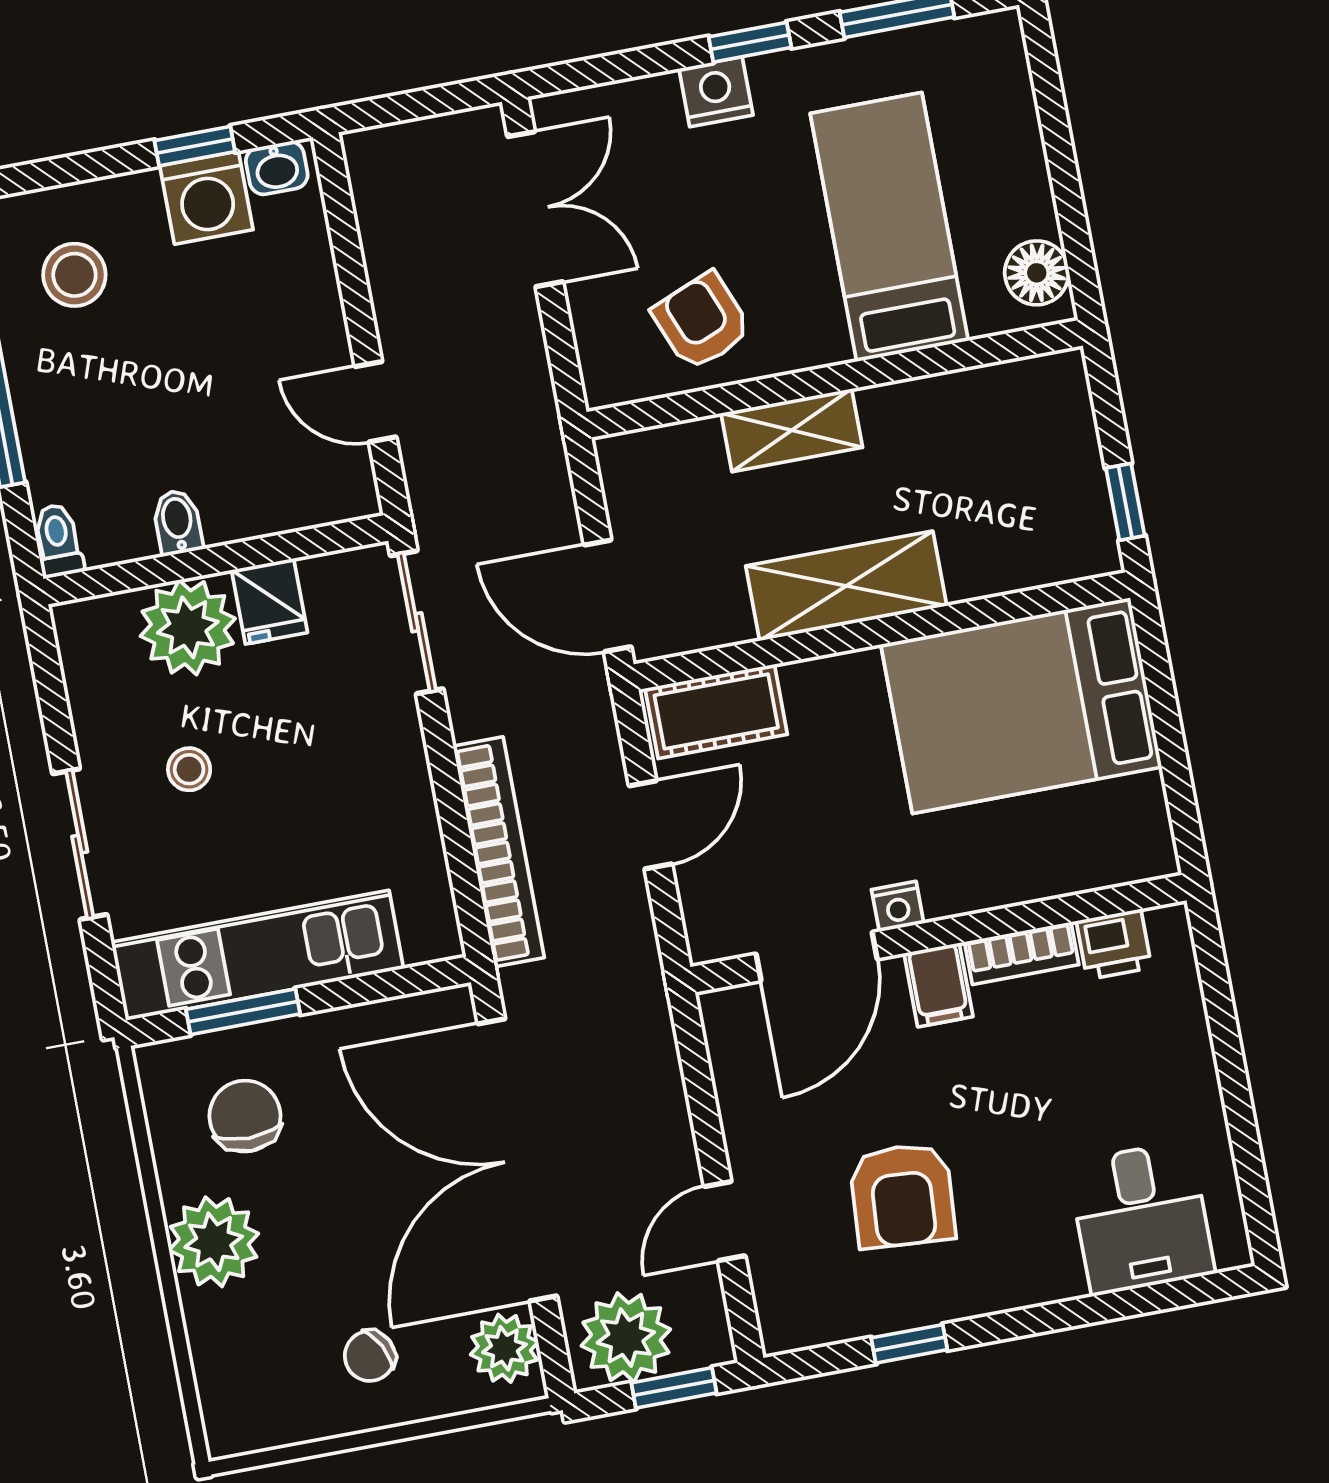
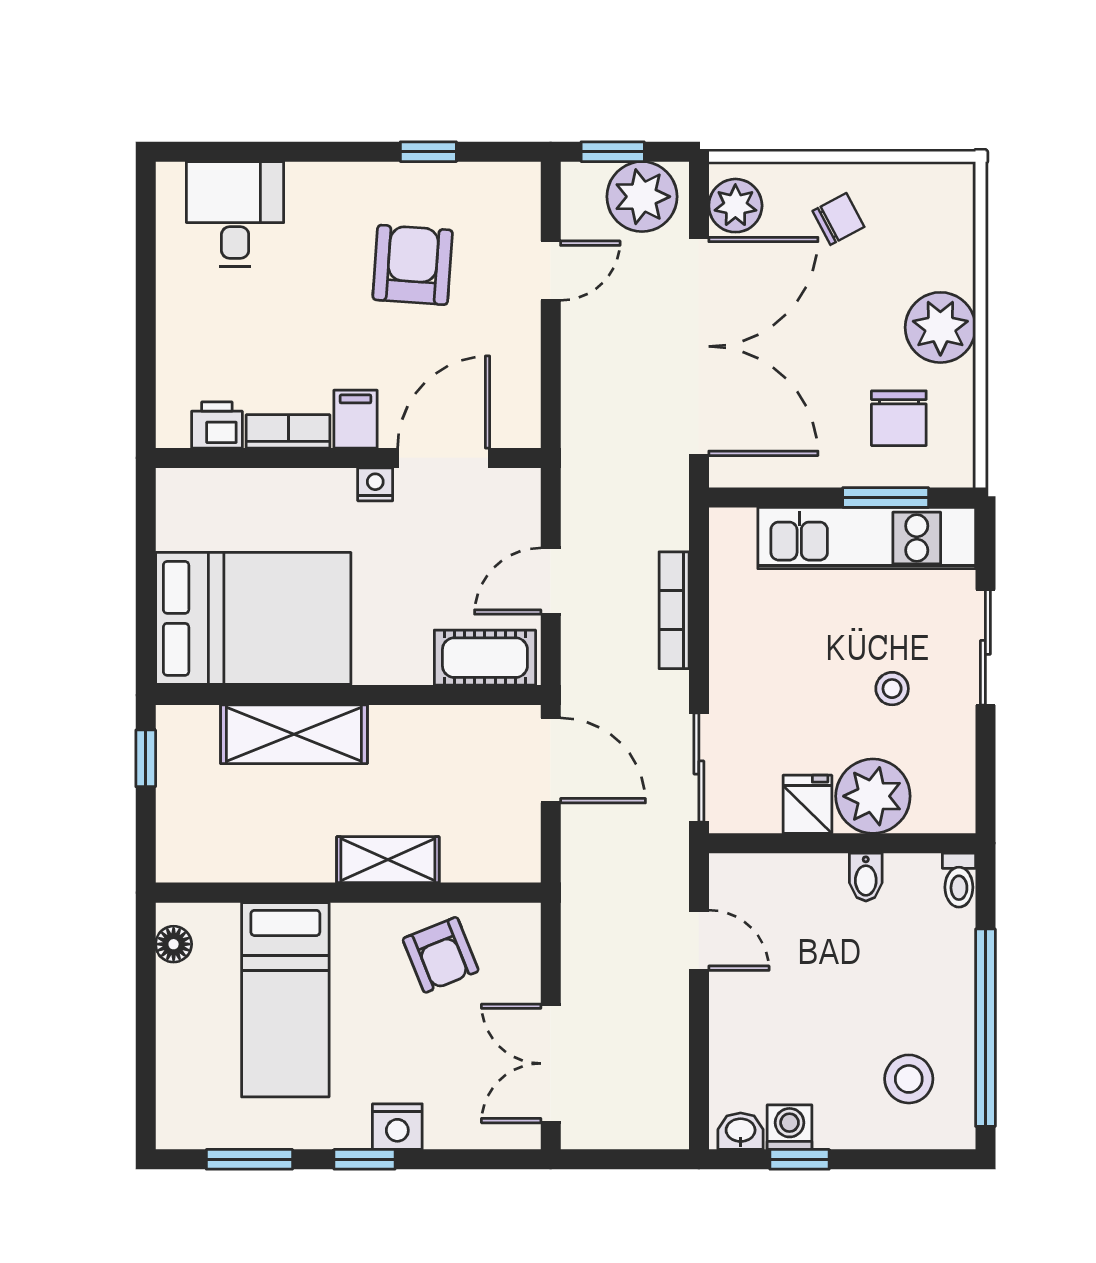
washing machine: (206, 198) -> (790, 1127), width x0.73, depth x0.73
floor lamp: (1037, 273) -> (174, 944), width x0.73, depth x0.73
shelving: (846, 586) -> (294, 734), moved
bookcase: (499, 852) -> (674, 610), width x0.68, depth x0.76

